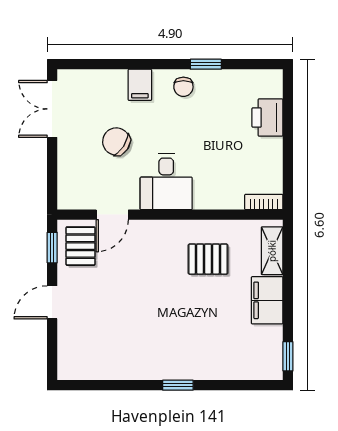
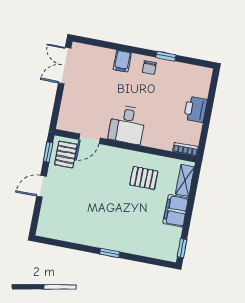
printer: (267, 117) -> (195, 109), moved
chair: (116, 142) -> (101, 94), removed

